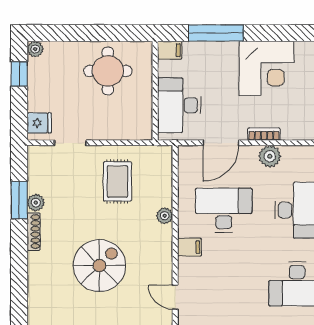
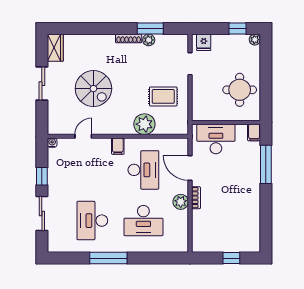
corner desk: (266, 68) -> (241, 199), removed
plant: (165, 216) -> (144, 124), width x1.88, depth x1.88
spiral stairs: (99, 266) -> (93, 89), moved

